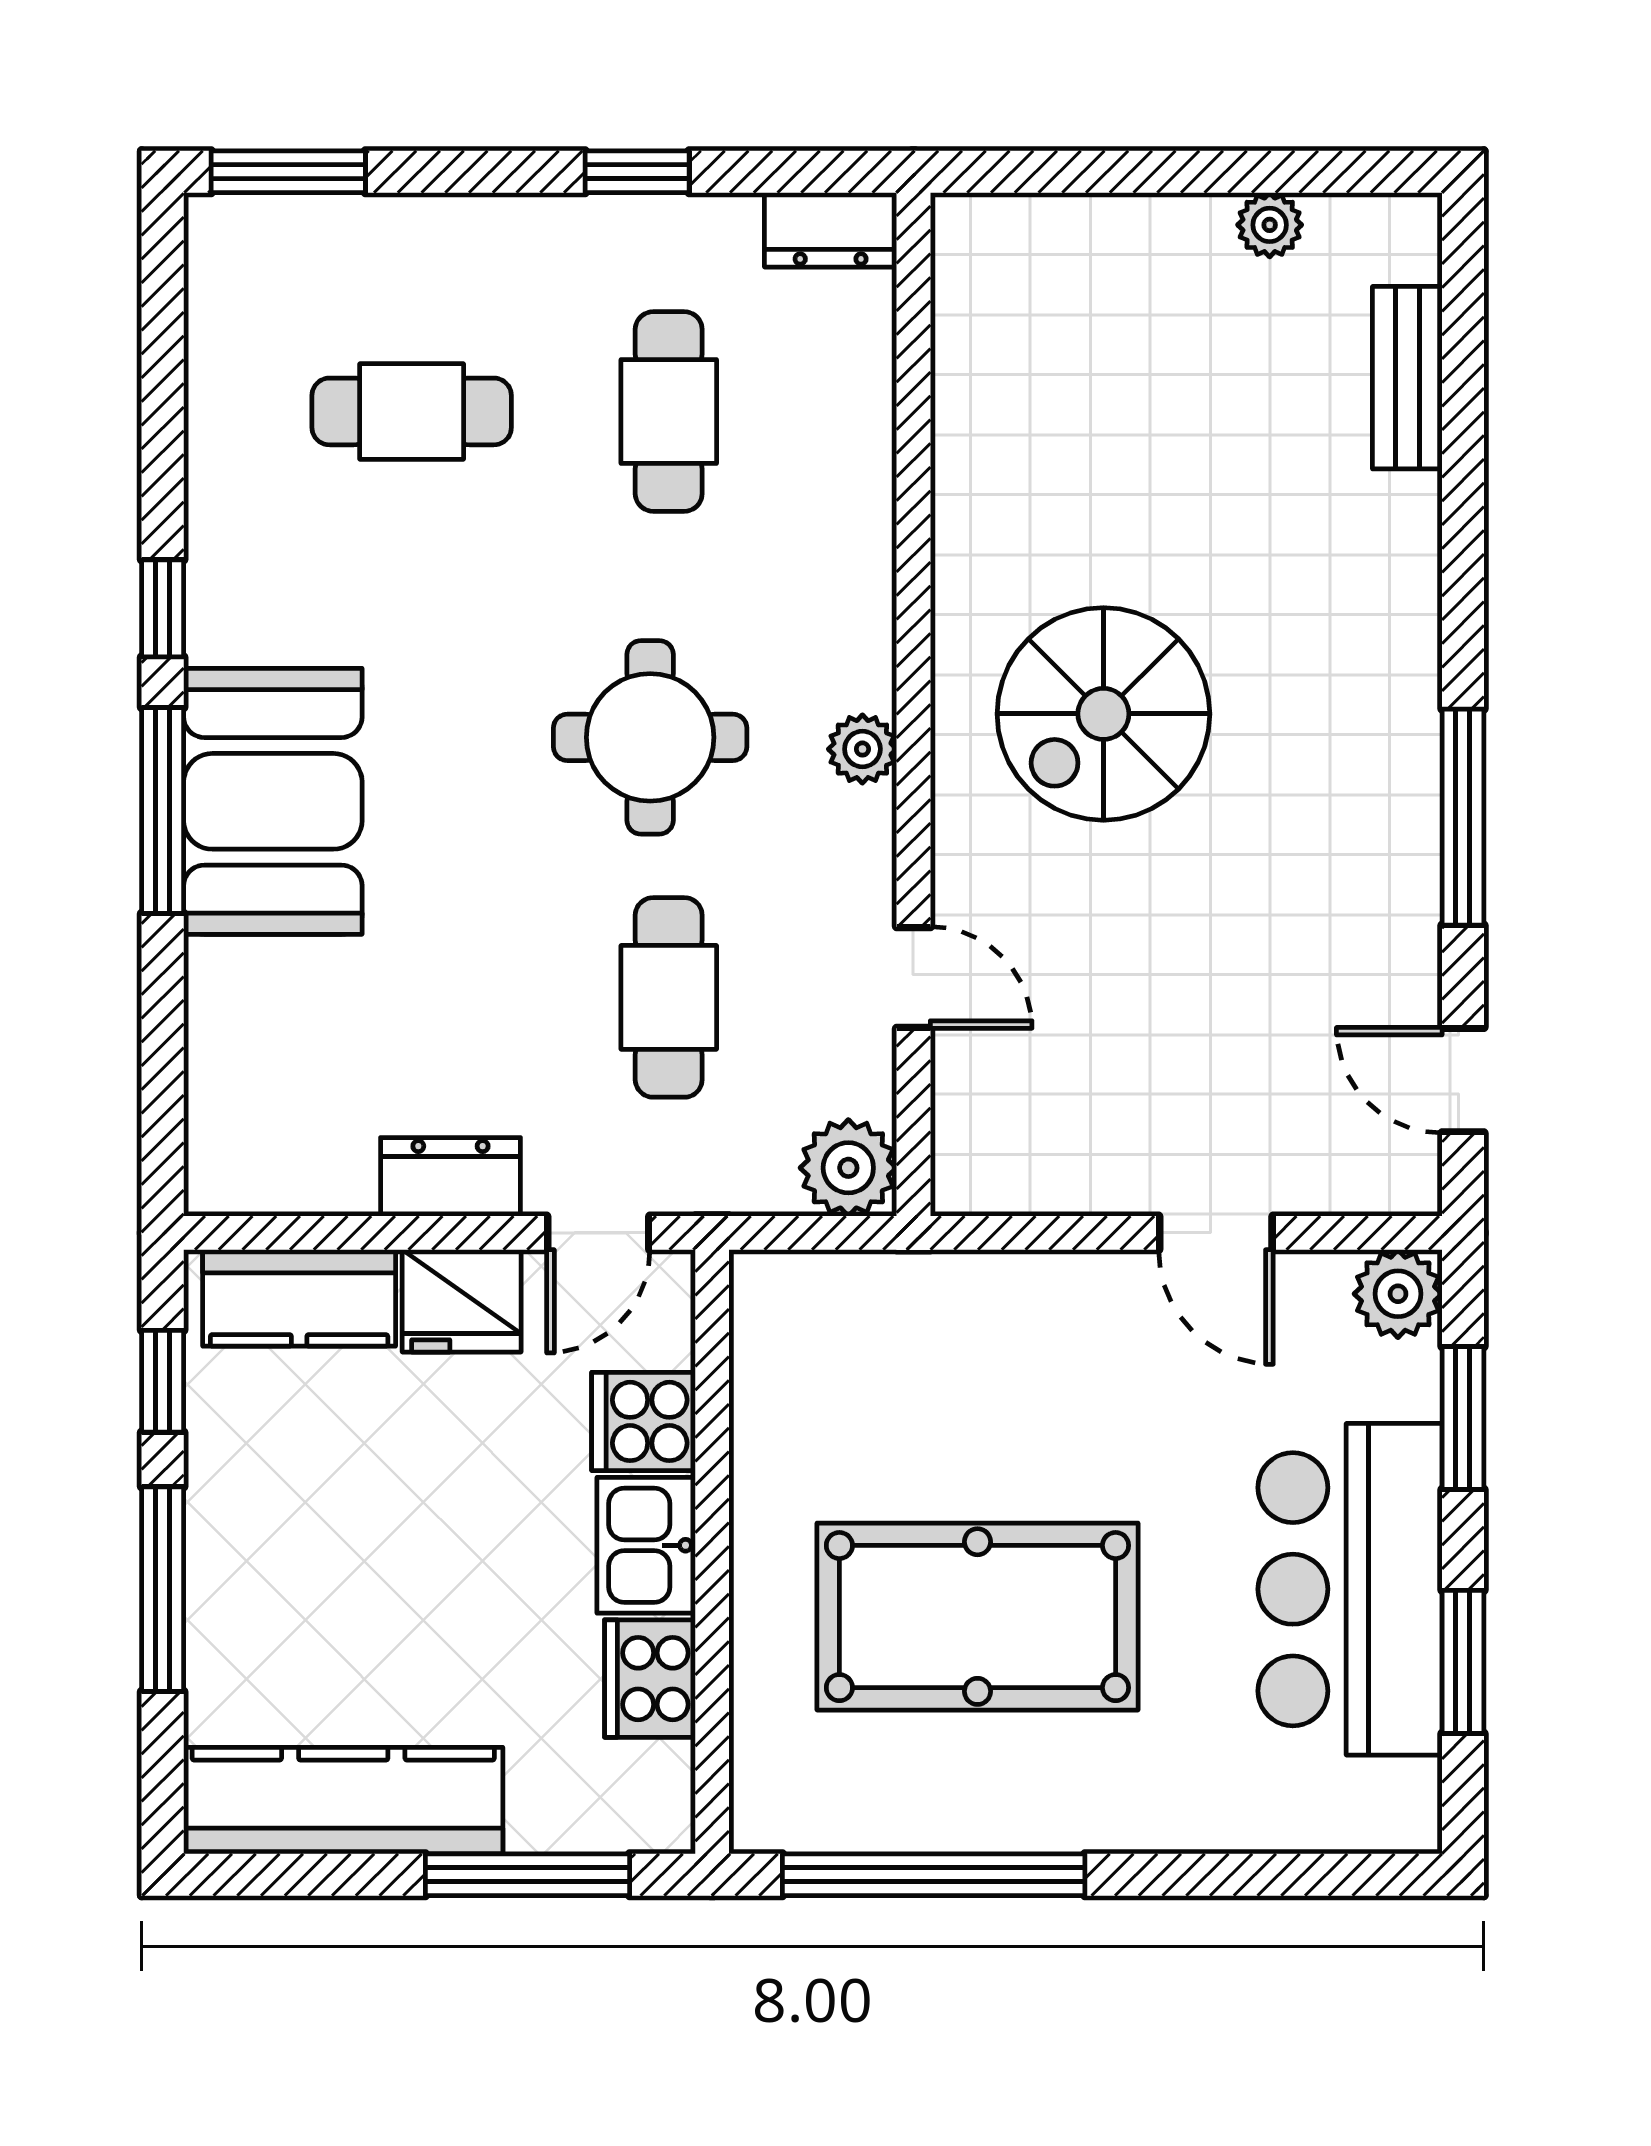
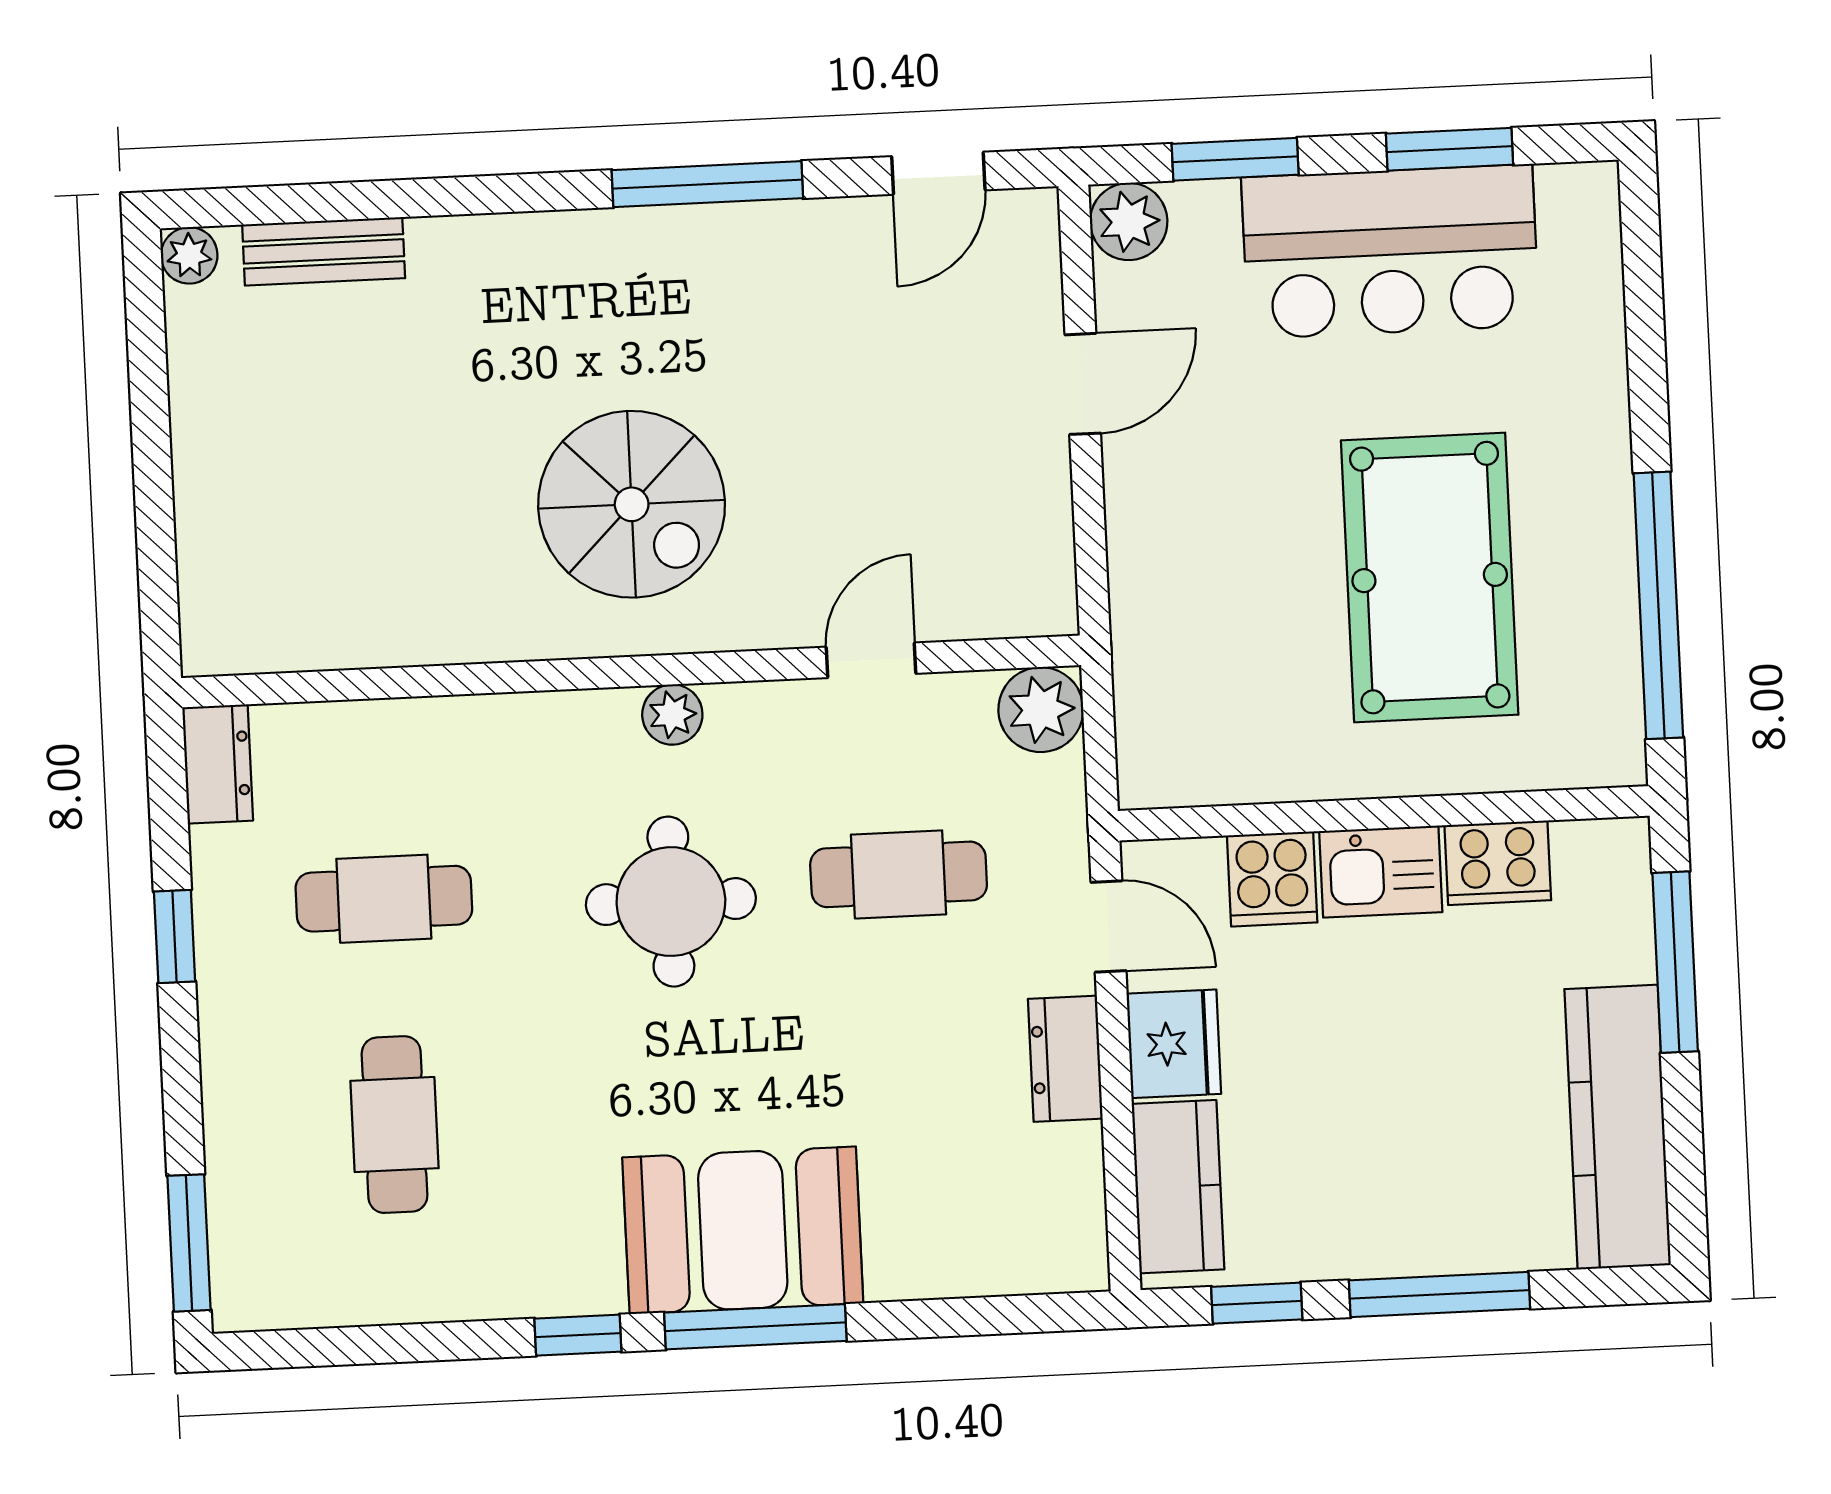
plant: (1270, 225) -> (189, 255), moved

